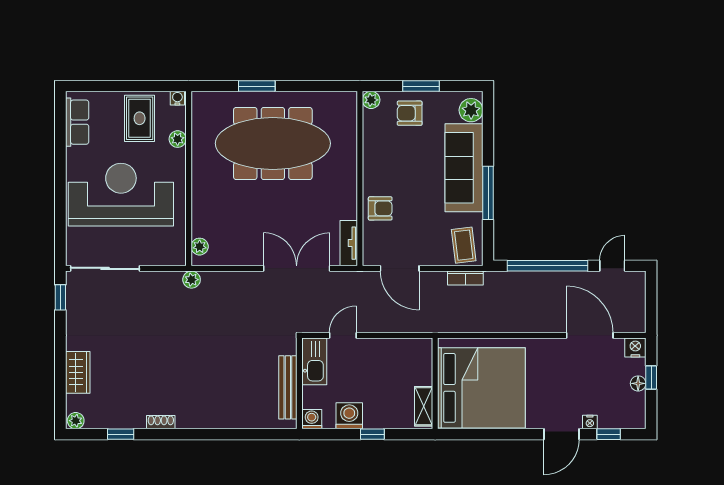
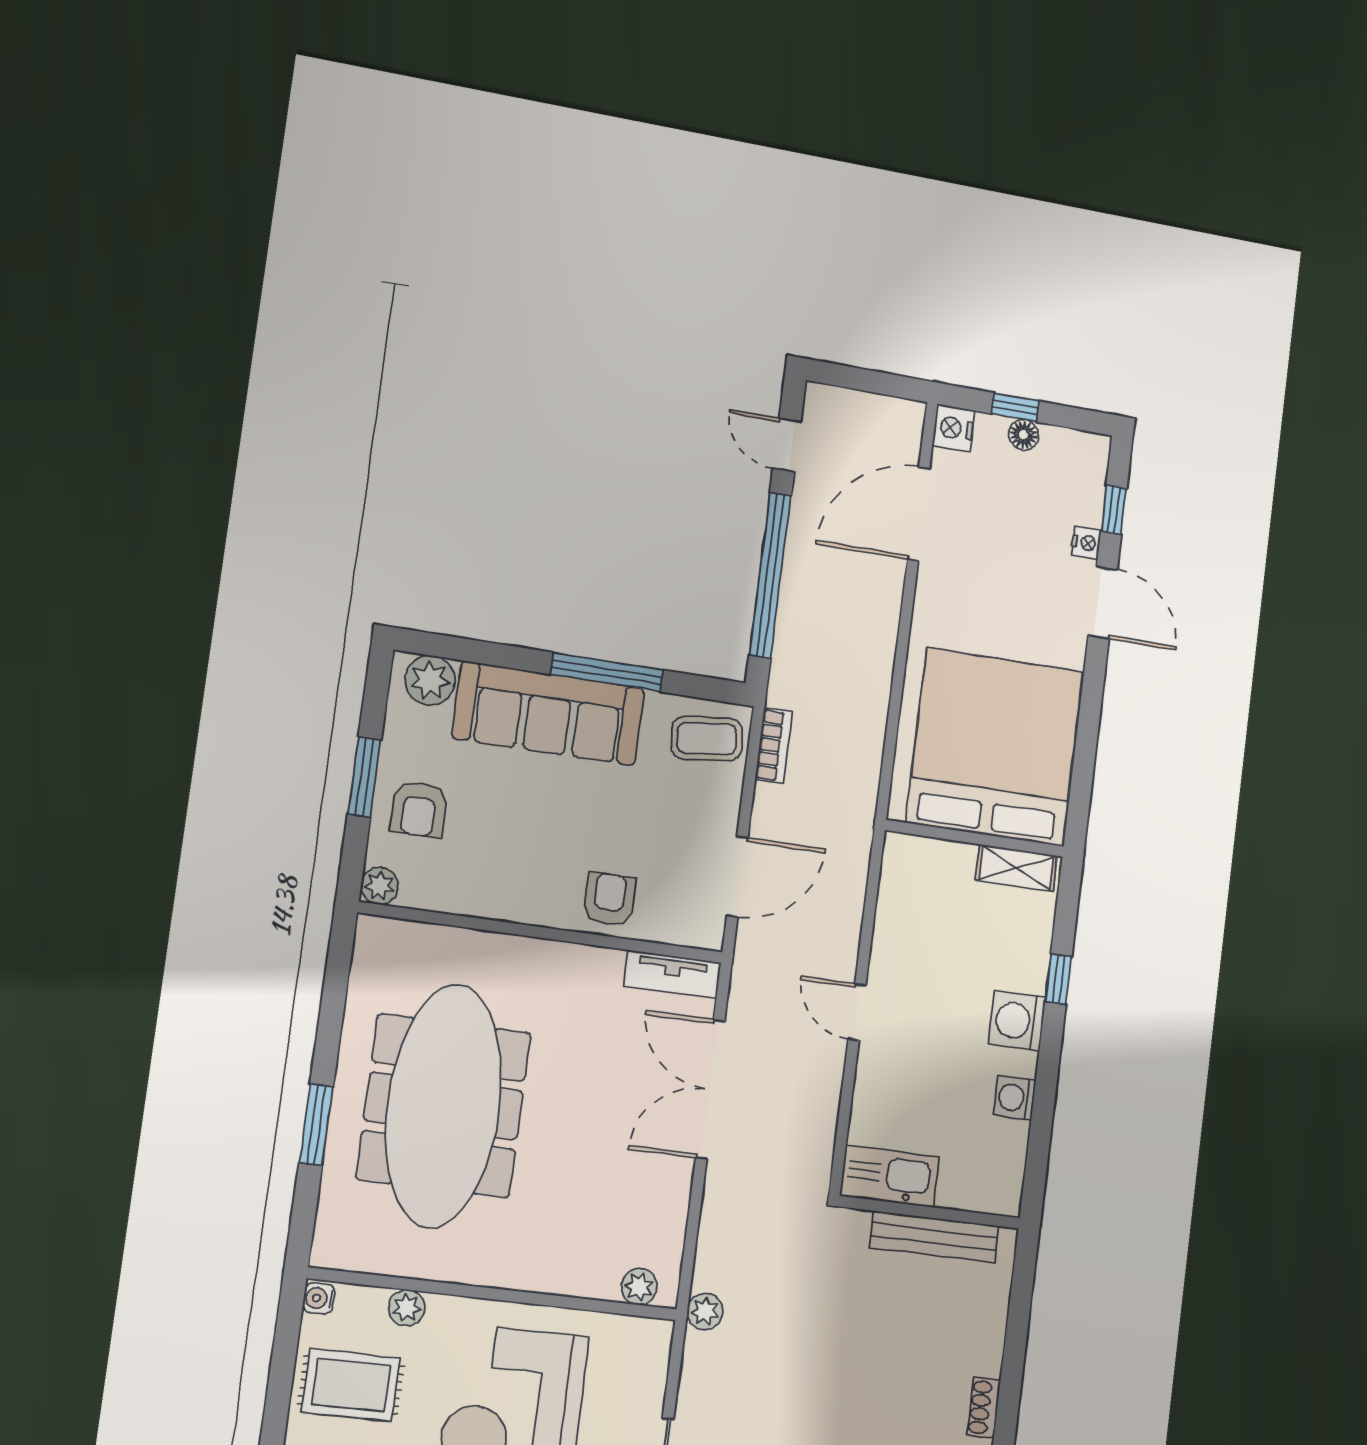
kitchen sink: (314, 361) -> (889, 1176), moved
wall: (299, 383) -> (930, 1212), moved
bench: (288, 387) -> (934, 1237), moved

